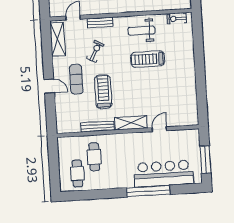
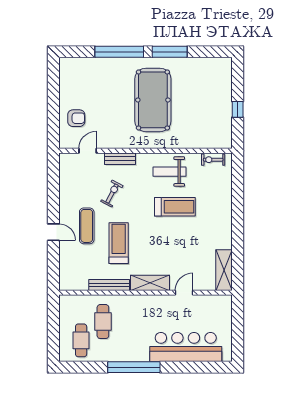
shelving: (58, 39) -> (224, 270), moved
treadmill: (148, 59) -> (175, 207), turned 180
window: (205, 160) -> (238, 333), removed
window: (148, 191) -> (134, 367), moved

